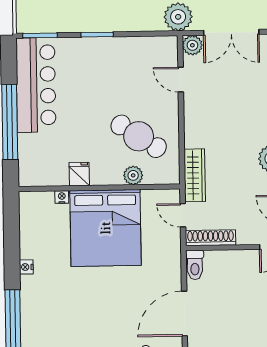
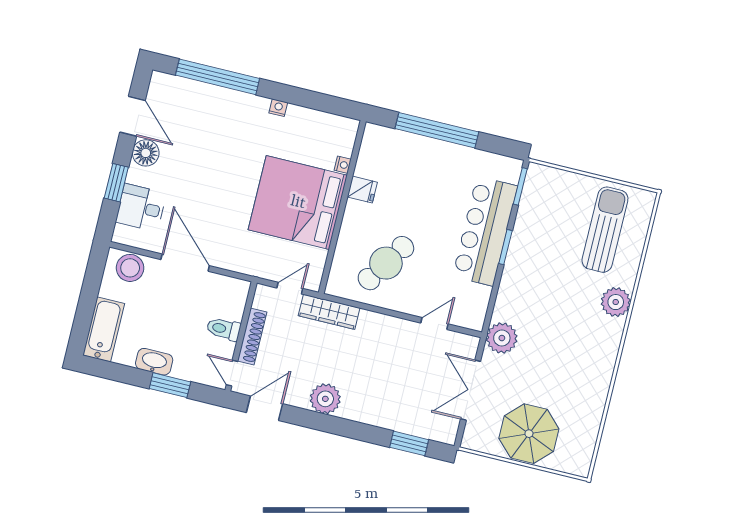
plant: (192, 45) -> (468, 345), removed
bar counter: (36, 85) -> (485, 231), moved, turned 90
plant: (133, 175) -> (346, 246), removed
shoe rack: (211, 238) -> (252, 336), moved
toilet: (195, 265) -> (224, 329), moved

